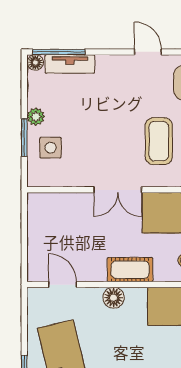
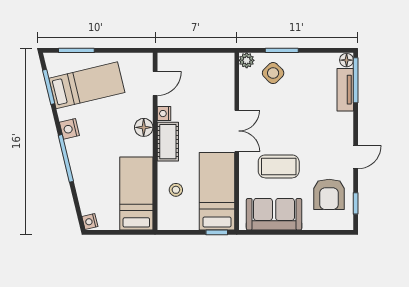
plant: (36, 117) -> (247, 60), moved
side table: (50, 148) -> (273, 73), turned 45
double door: (118, 190) -> (237, 131), swing flipped
nightstand: (97, 274) -> (164, 114), added

